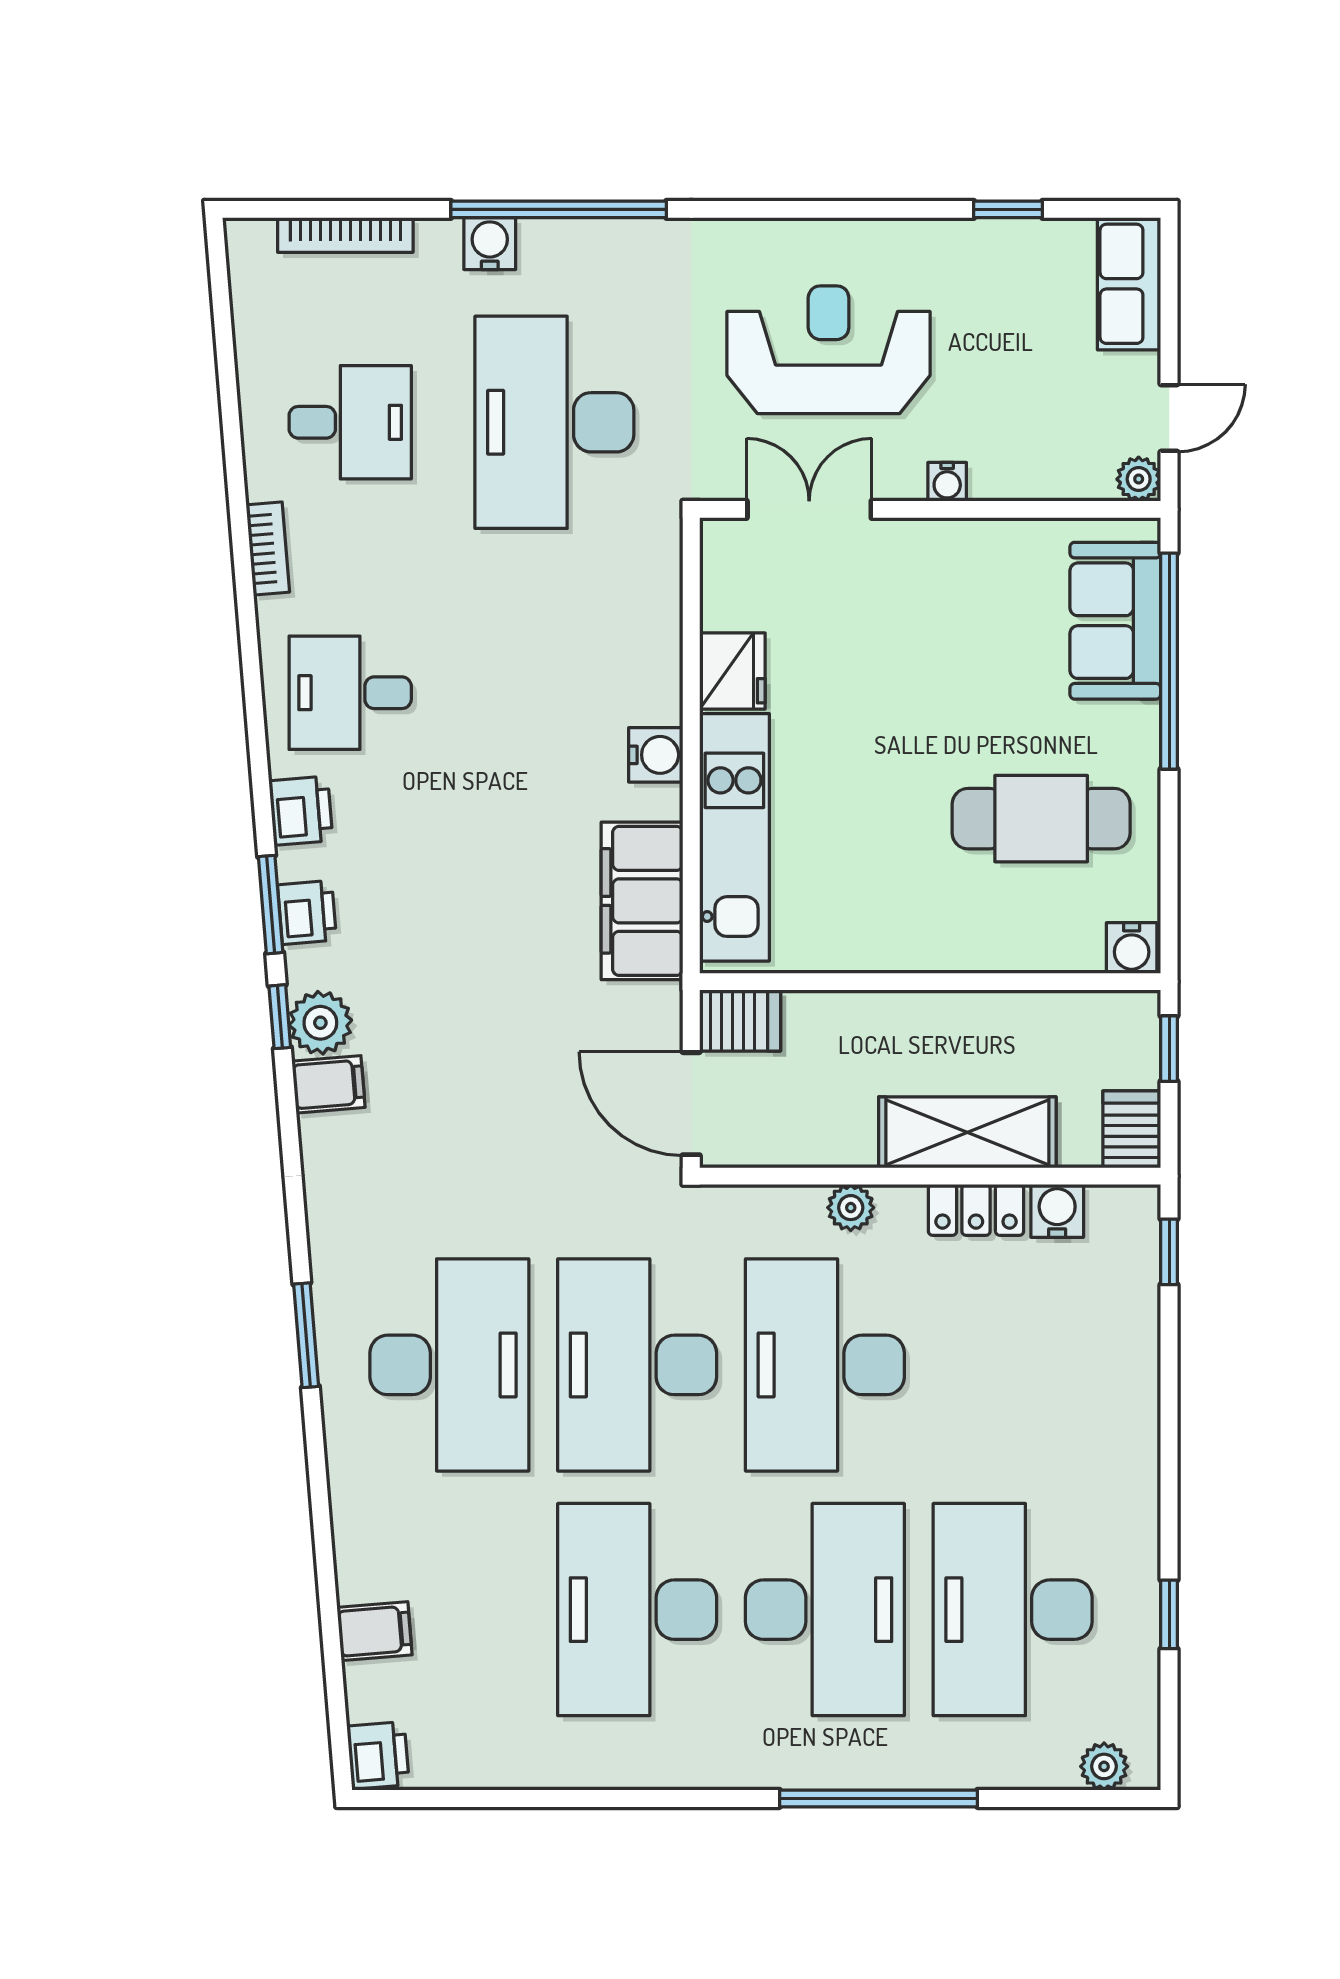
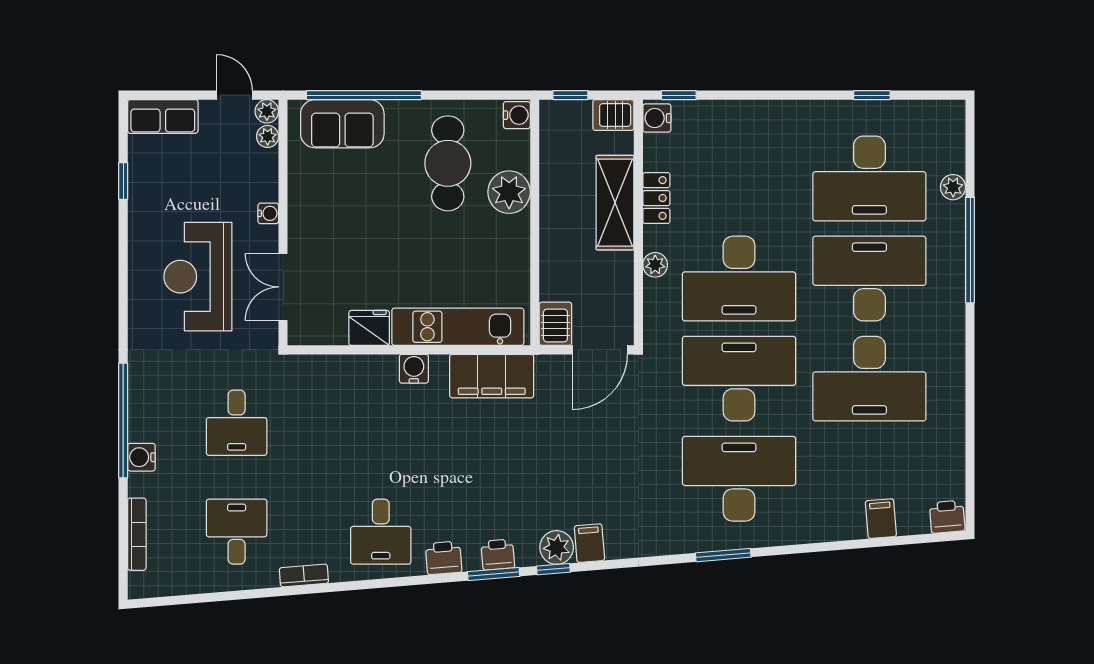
desk: (554, 422) -> (237, 423), width x0.53, depth x0.77
plant: (1092, 480) -> (268, 136), added
plant: (987, 933) -> (509, 192), added
water cooler: (1057, 1211) -> (657, 118), moved
desk: (637, 1365) -> (739, 379), turned 180
plant: (1104, 1766) -> (953, 187), moved

